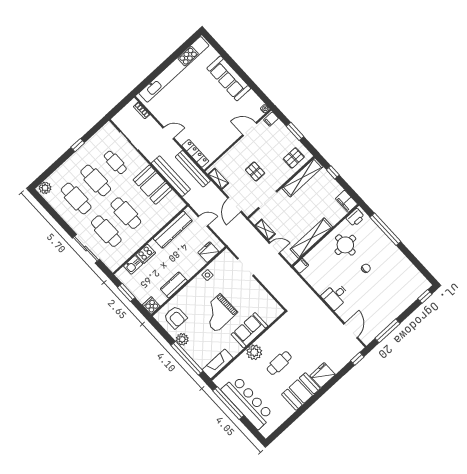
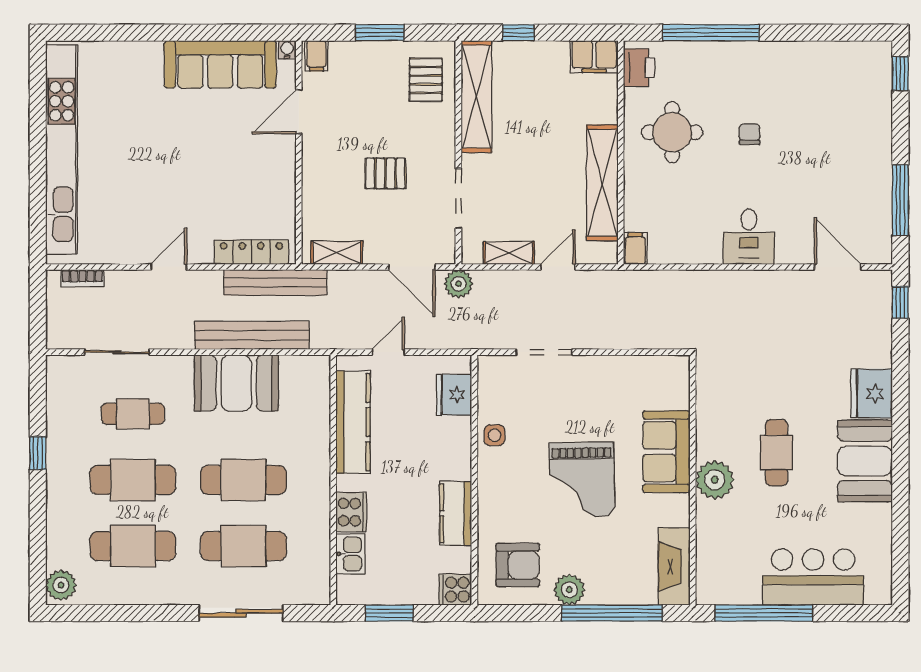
sofa: (229, 78) -> (220, 64), moved
plant: (242, 223) -> (458, 284), added
bar counter: (247, 402) -> (813, 577), width x0.73

